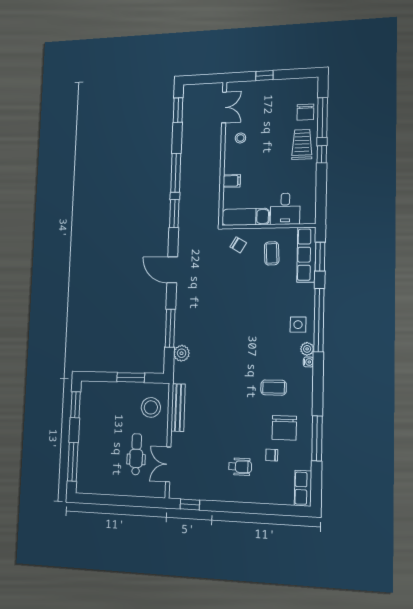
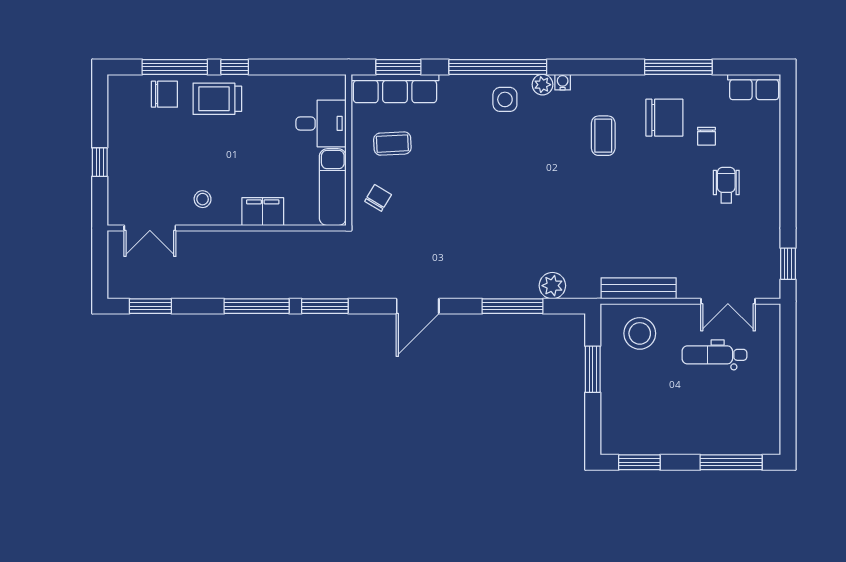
double door: (224, 107) -> (150, 228), swing flipped
filing cabinet: (232, 181) -> (263, 212), width x2.00

